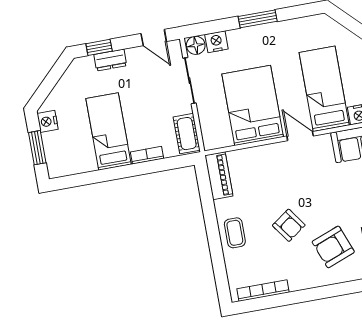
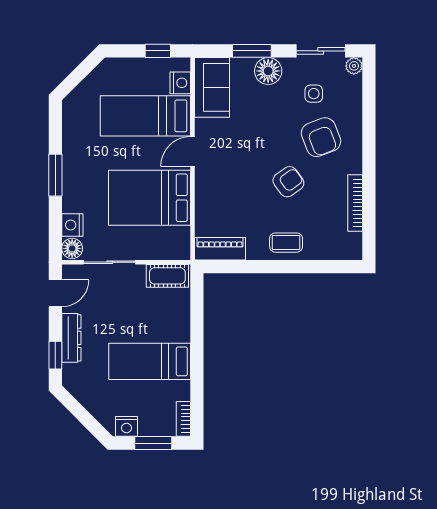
dresser: (110, 60) -> (71, 338), width x1.44
bookcase: (147, 155) -> (183, 419), moved
bookcase: (263, 291) -> (355, 203), moved

